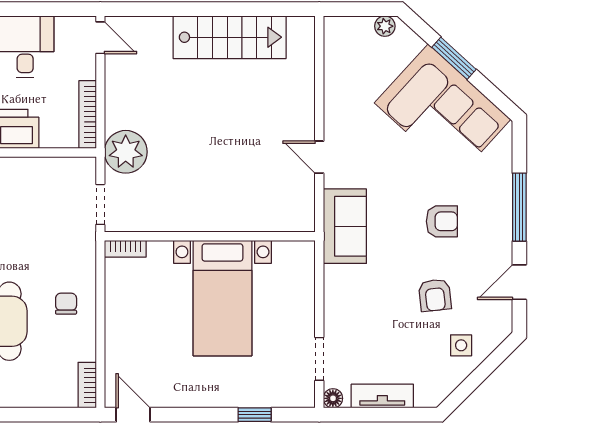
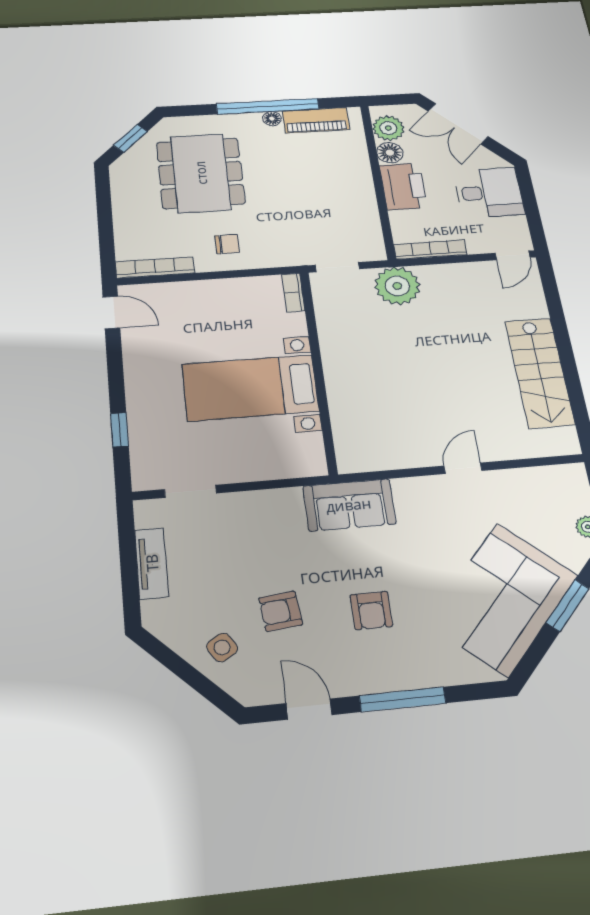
door: (319, 157) -> (463, 468), moved
side table: (461, 345) -> (222, 647), turned -32
bookcase: (87, 385) -> (155, 267), width x1.56
floor lamp: (333, 398) -> (145, 510), removed
door: (133, 415) -> (111, 312), hinge flipped

